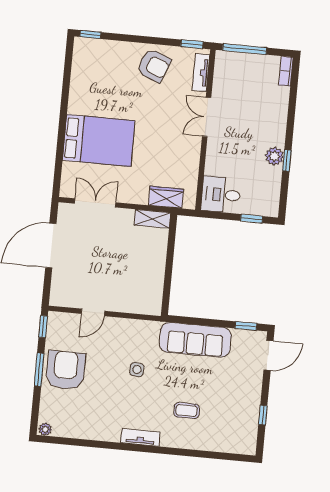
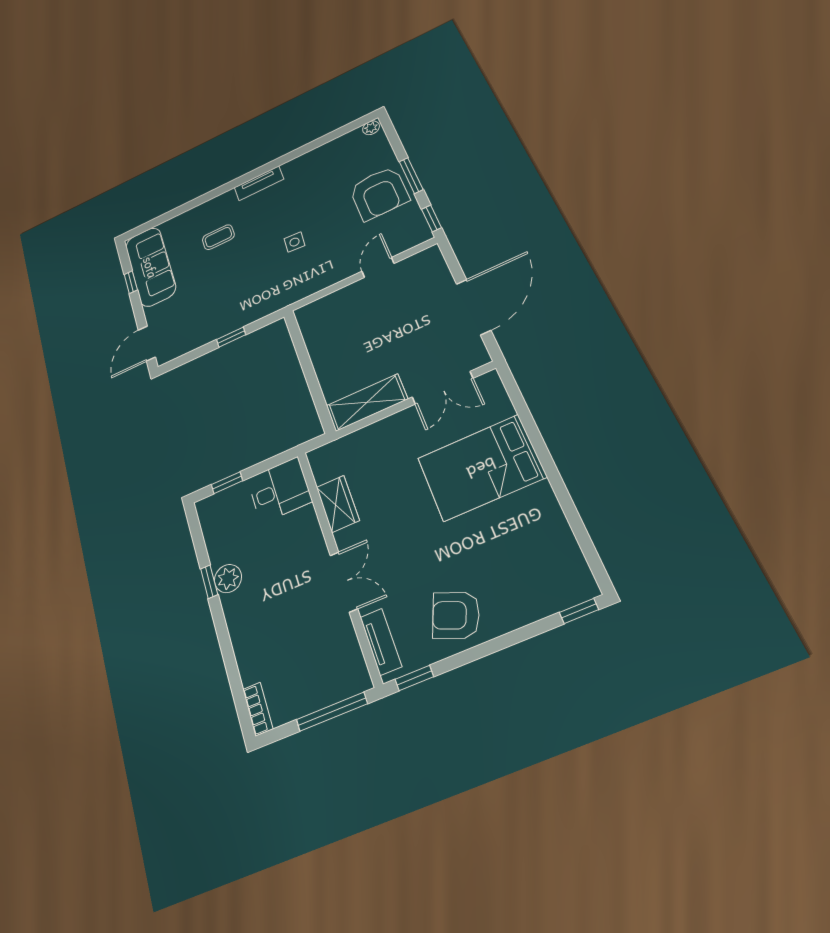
wardrobe: (166, 197) -> (338, 504), moved, turned -90
shelving: (152, 219) -> (367, 403), width x1.50, depth x1.33
window: (246, 326) -> (231, 337), moved
sofa: (195, 340) -> (150, 267), moved, turned 90

